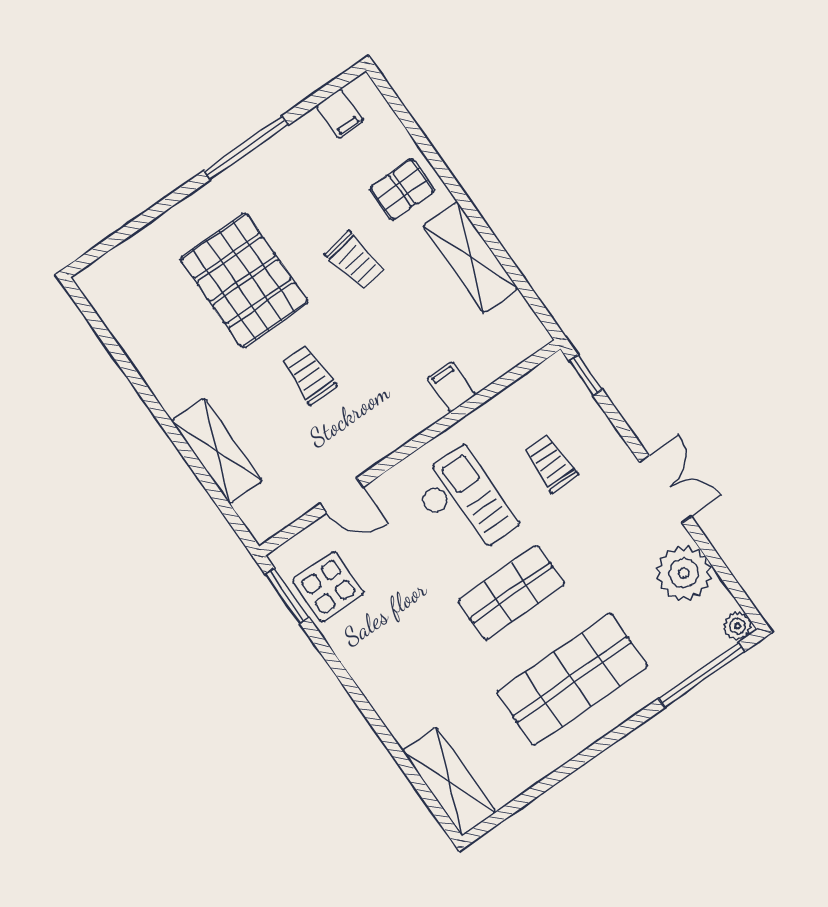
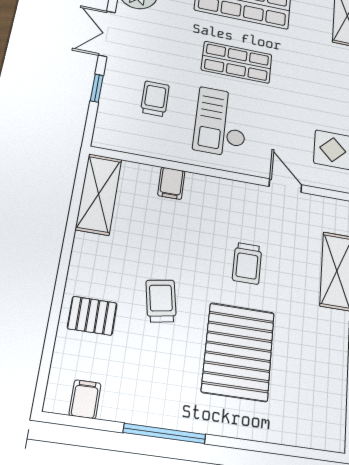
shelving: (471, 257) -> (99, 194), moved
window: (586, 375) -> (97, 88), moved
trolley: (551, 463) -> (155, 99), turned 180

